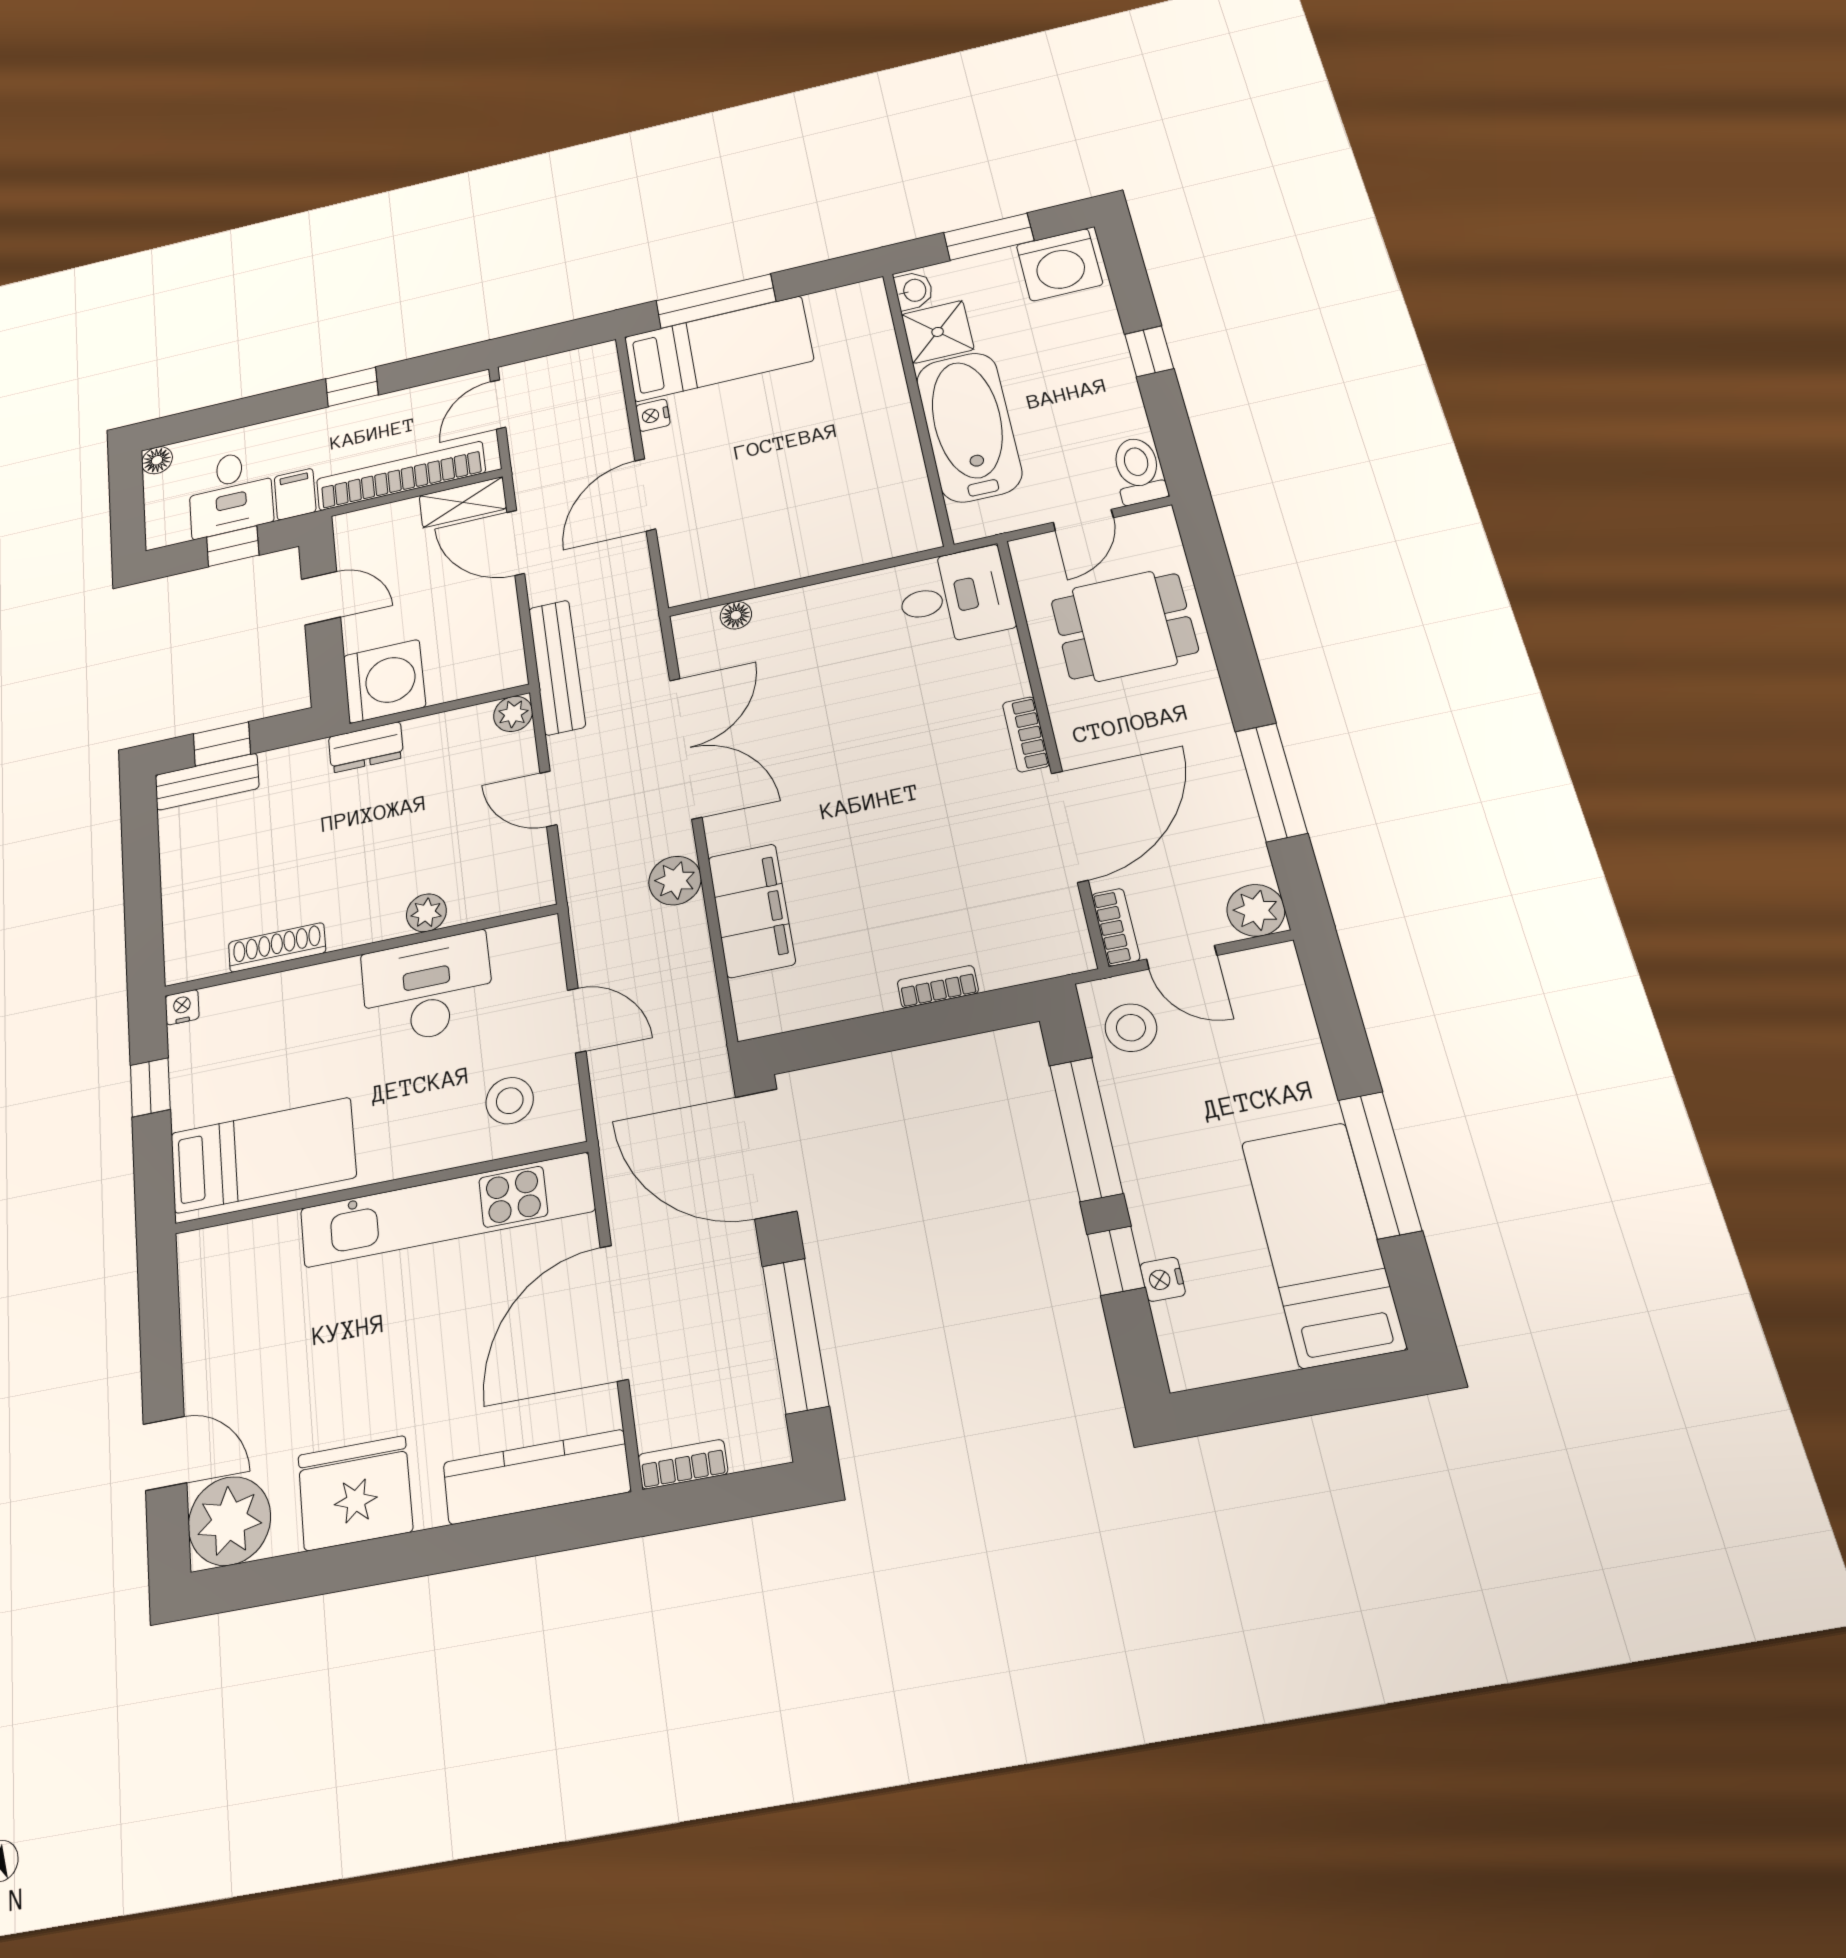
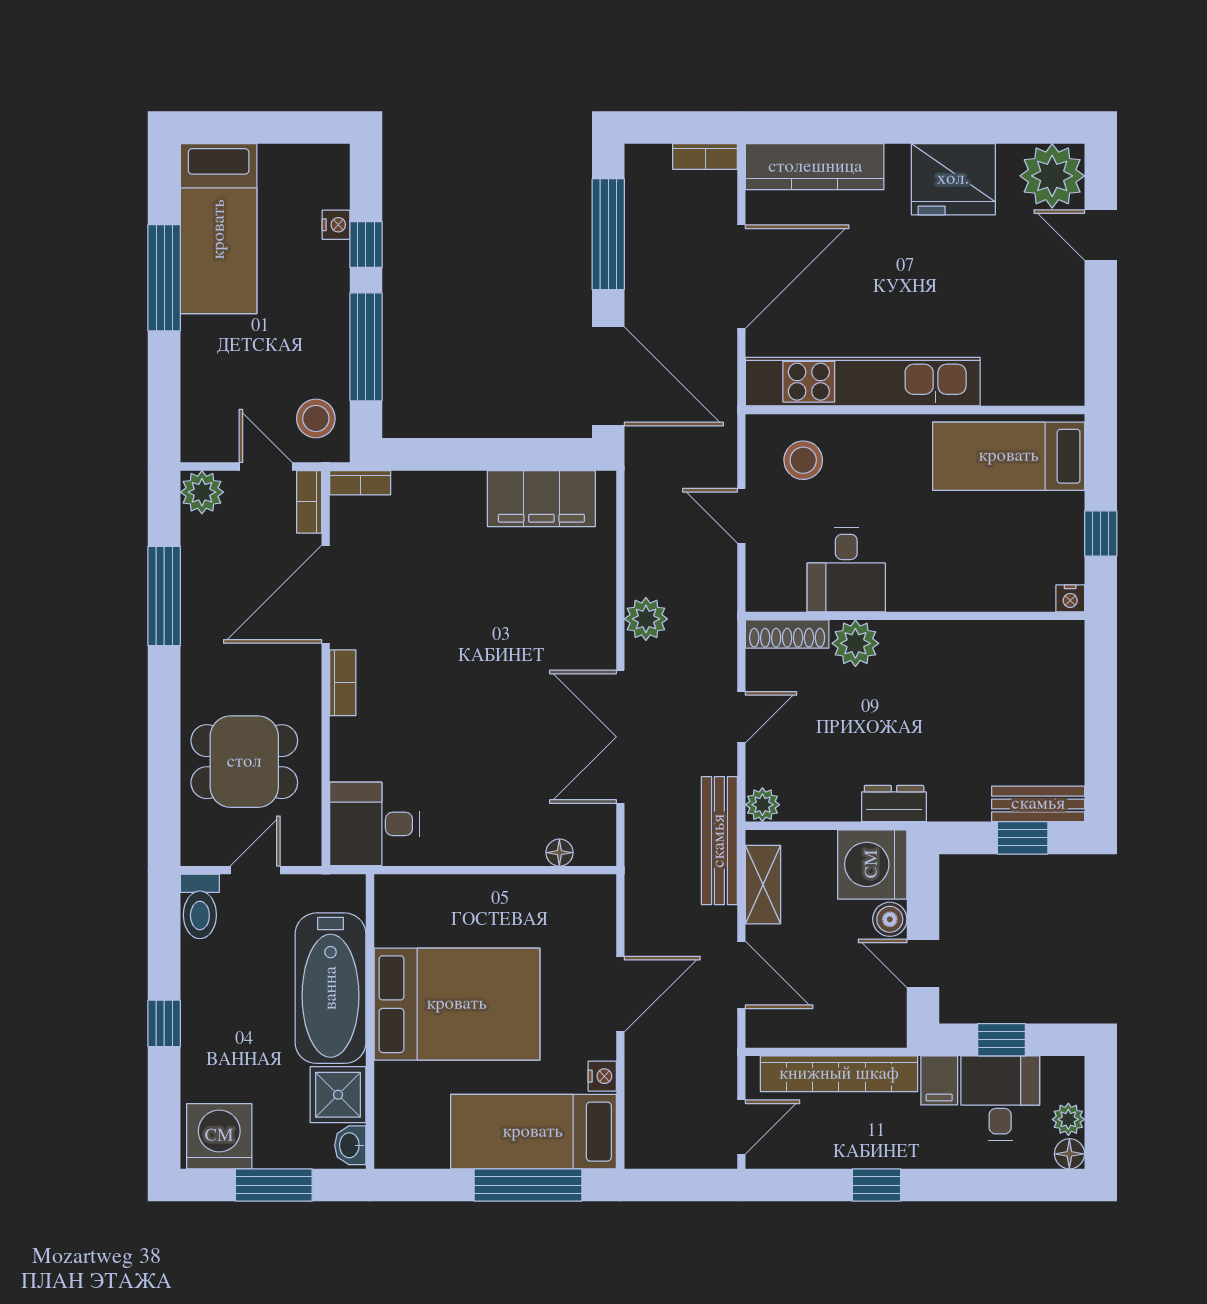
bed: (824, 444) -> (457, 1004), added
plant: (160, 490) -> (1068, 1119), added
shelving: (463, 502) -> (763, 885), moved, turned 90
boiler: (360, 632) -> (890, 919), added
door: (548, 799) -> (741, 717), hinge flipped
filing cabinet: (751, 910) -> (541, 499), moved, turned -90
plant: (426, 913) -> (855, 643), width x1.38, depth x1.38
shoe rack: (277, 947) -> (787, 634), moved
bookcase: (938, 987) -> (360, 483), moved
desk: (427, 989) -> (846, 570), width x0.73

